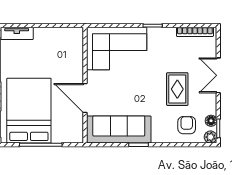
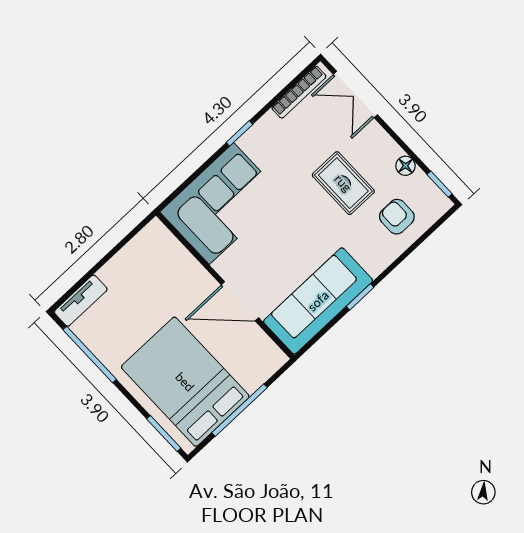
double door: (218, 75) -> (355, 94), moved
floor lamp: (211, 121) -> (405, 166), moved
plant: (211, 137) -> (440, 204), removed

